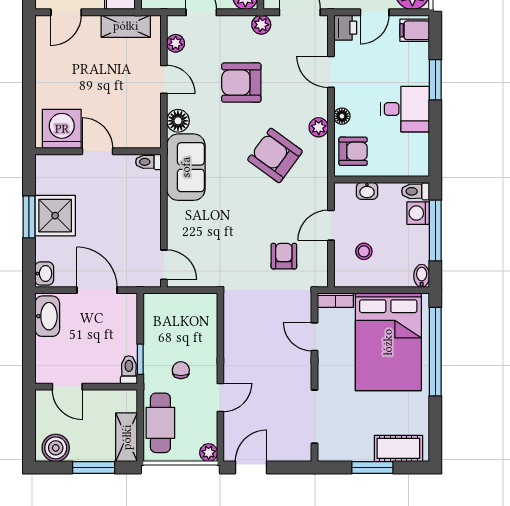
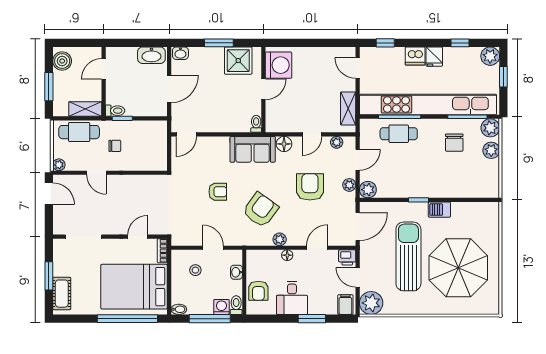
plant: (261, 25) -> (349, 185), moved
armchair: (353, 151) -> (258, 291), moved
shower: (55, 216) -> (238, 61), moved
armchair: (284, 256) -> (218, 192), moved
shelving: (127, 437) -> (85, 109), moved

